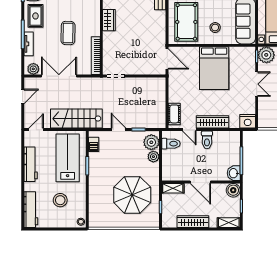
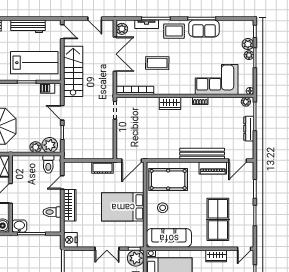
cot: (174, 114) -> (103, 168), moved
door: (119, 130) -> (62, 113), swing flipped
toilet: (207, 140) -> (52, 212), moved

